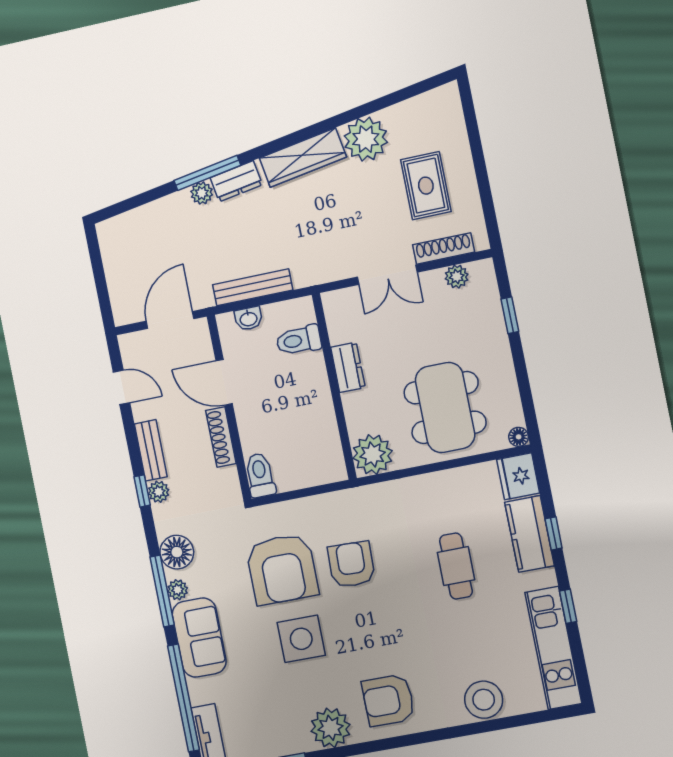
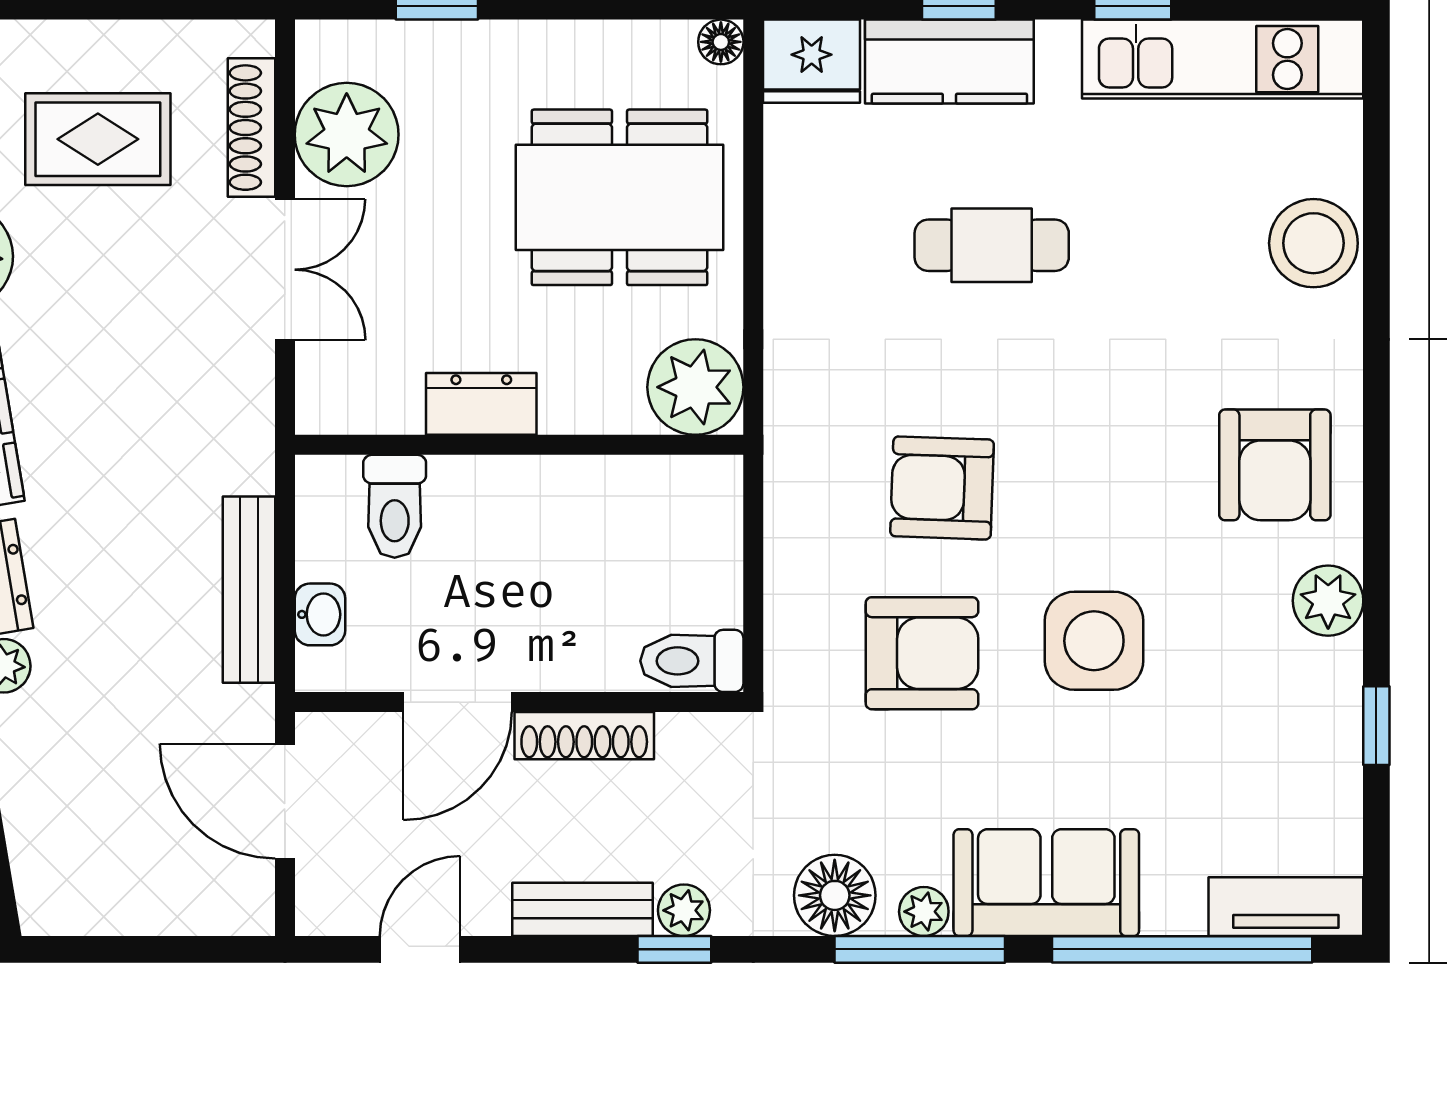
plant: (457, 277) -> (347, 135), width x1.88, depth x1.88
armchair: (282, 569) -> (922, 653), width x0.73, depth x0.73
plant: (331, 728) -> (1328, 601), width x0.73, depth x0.73

